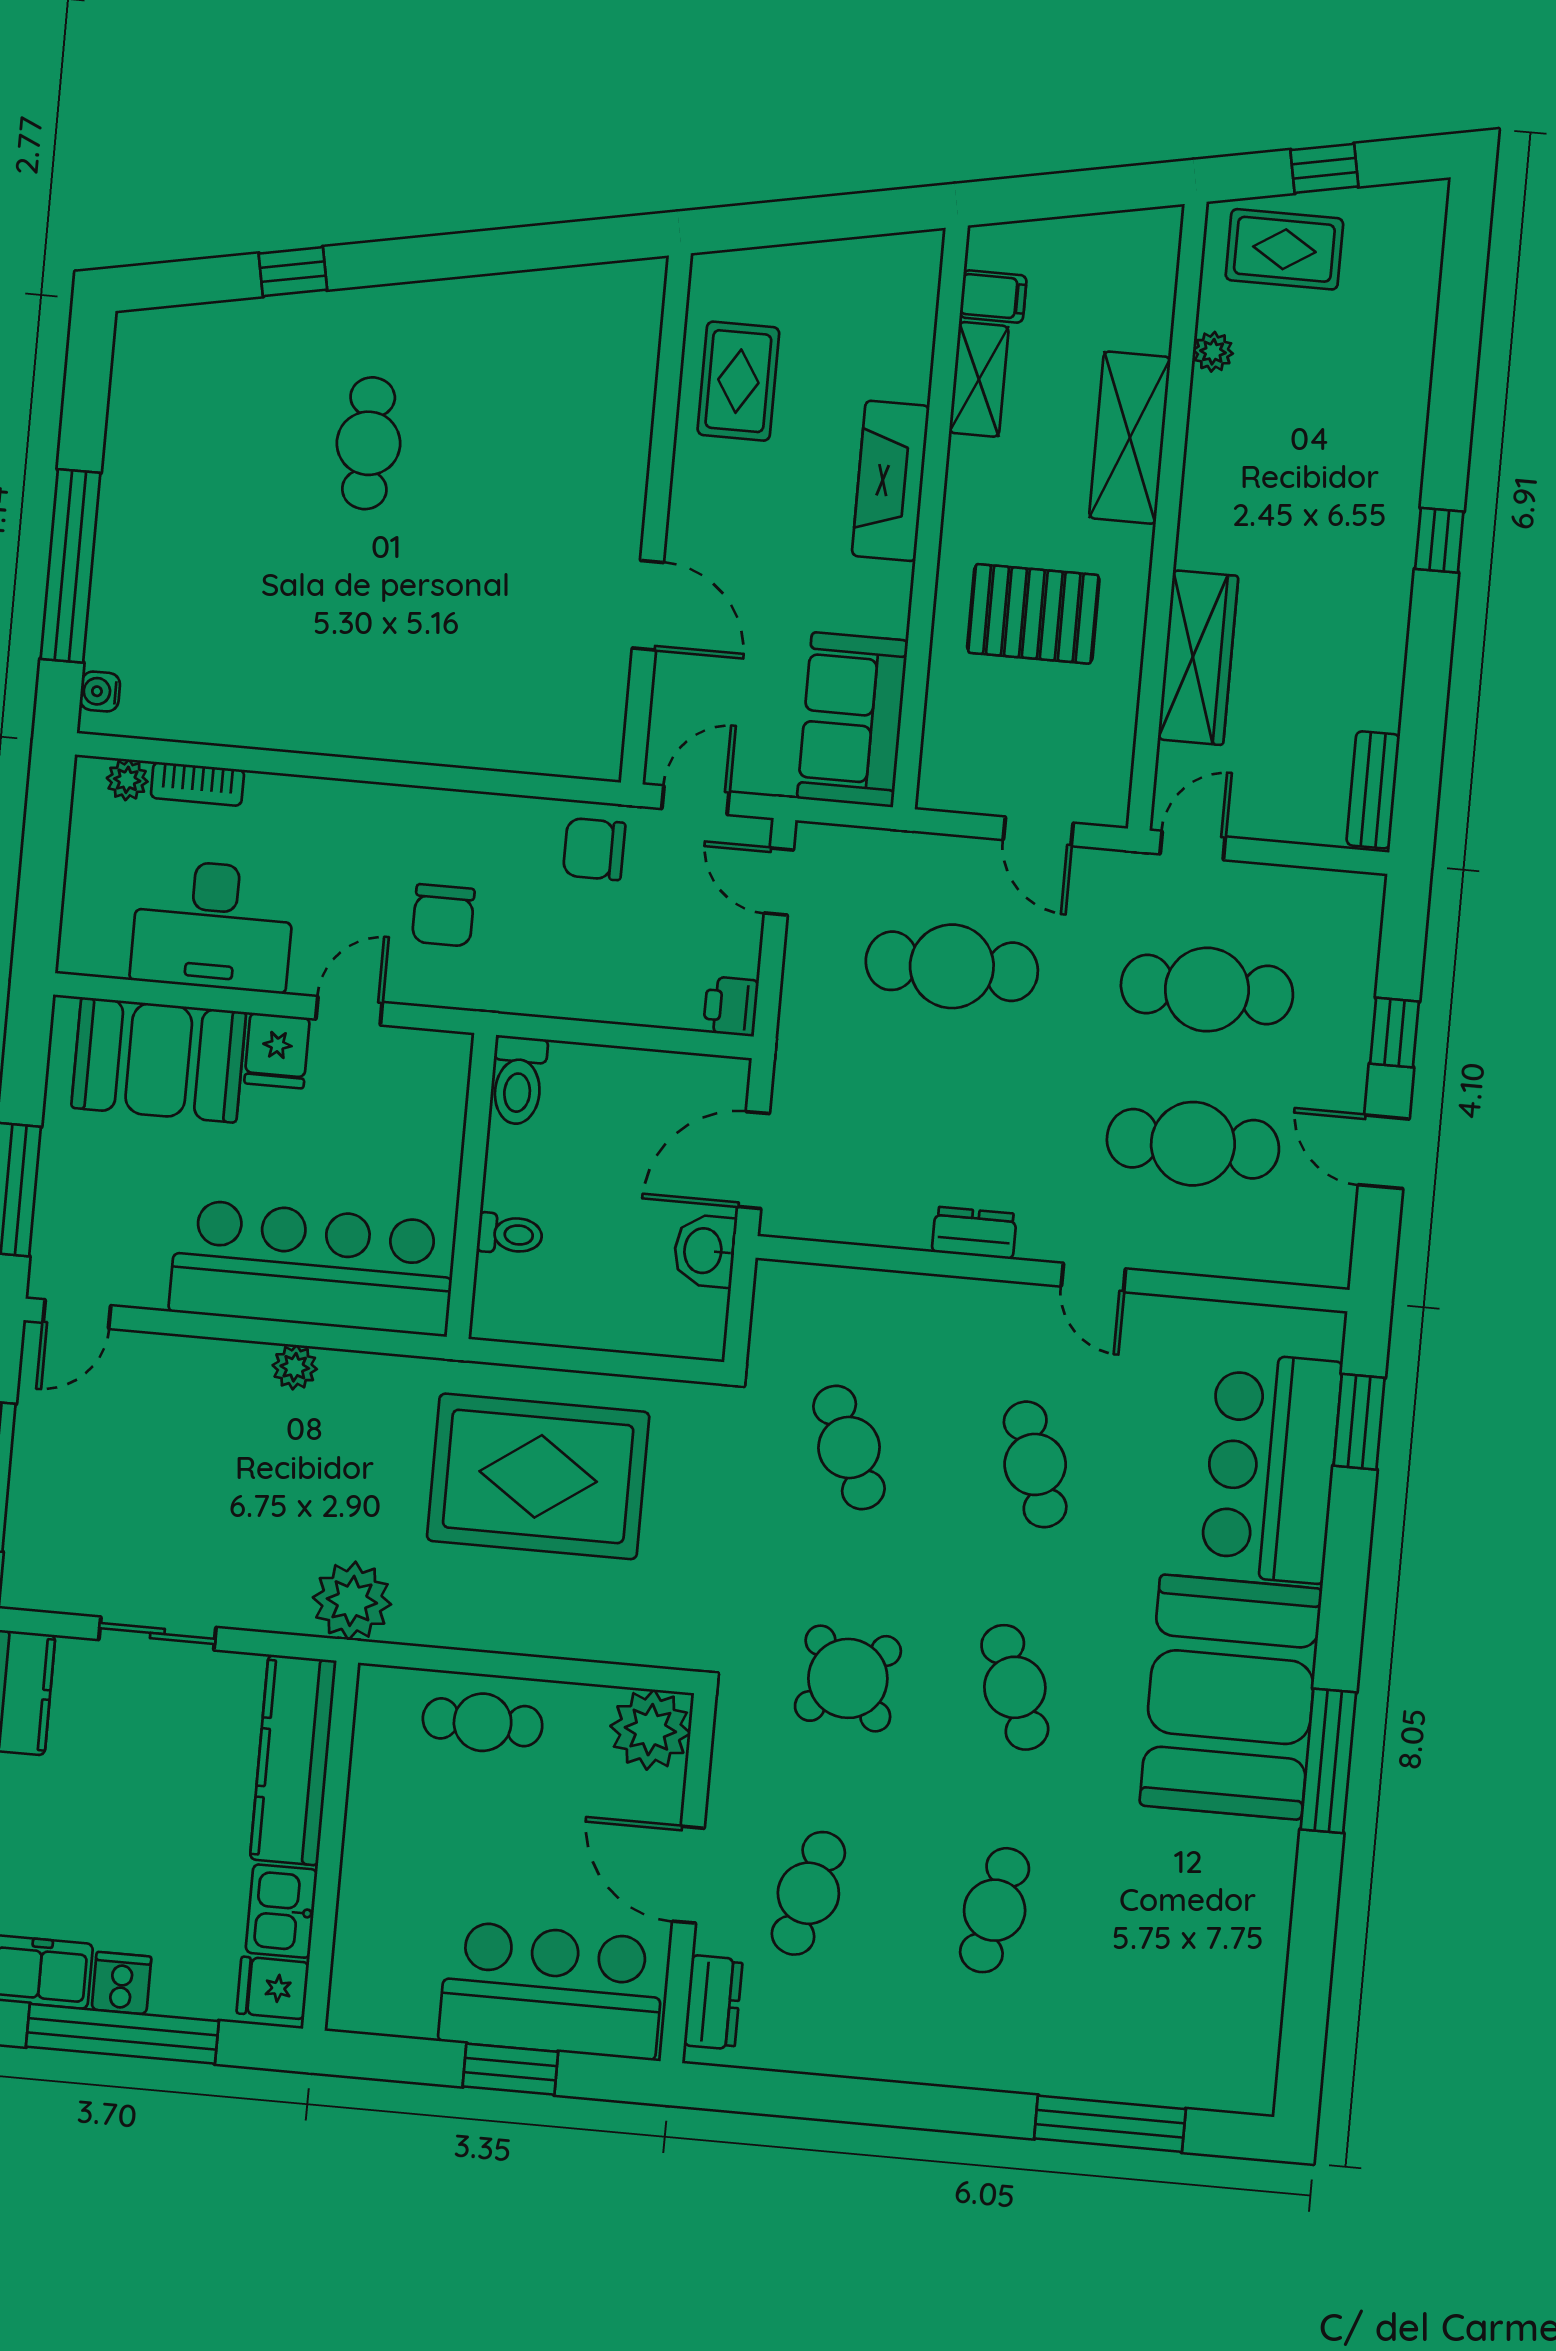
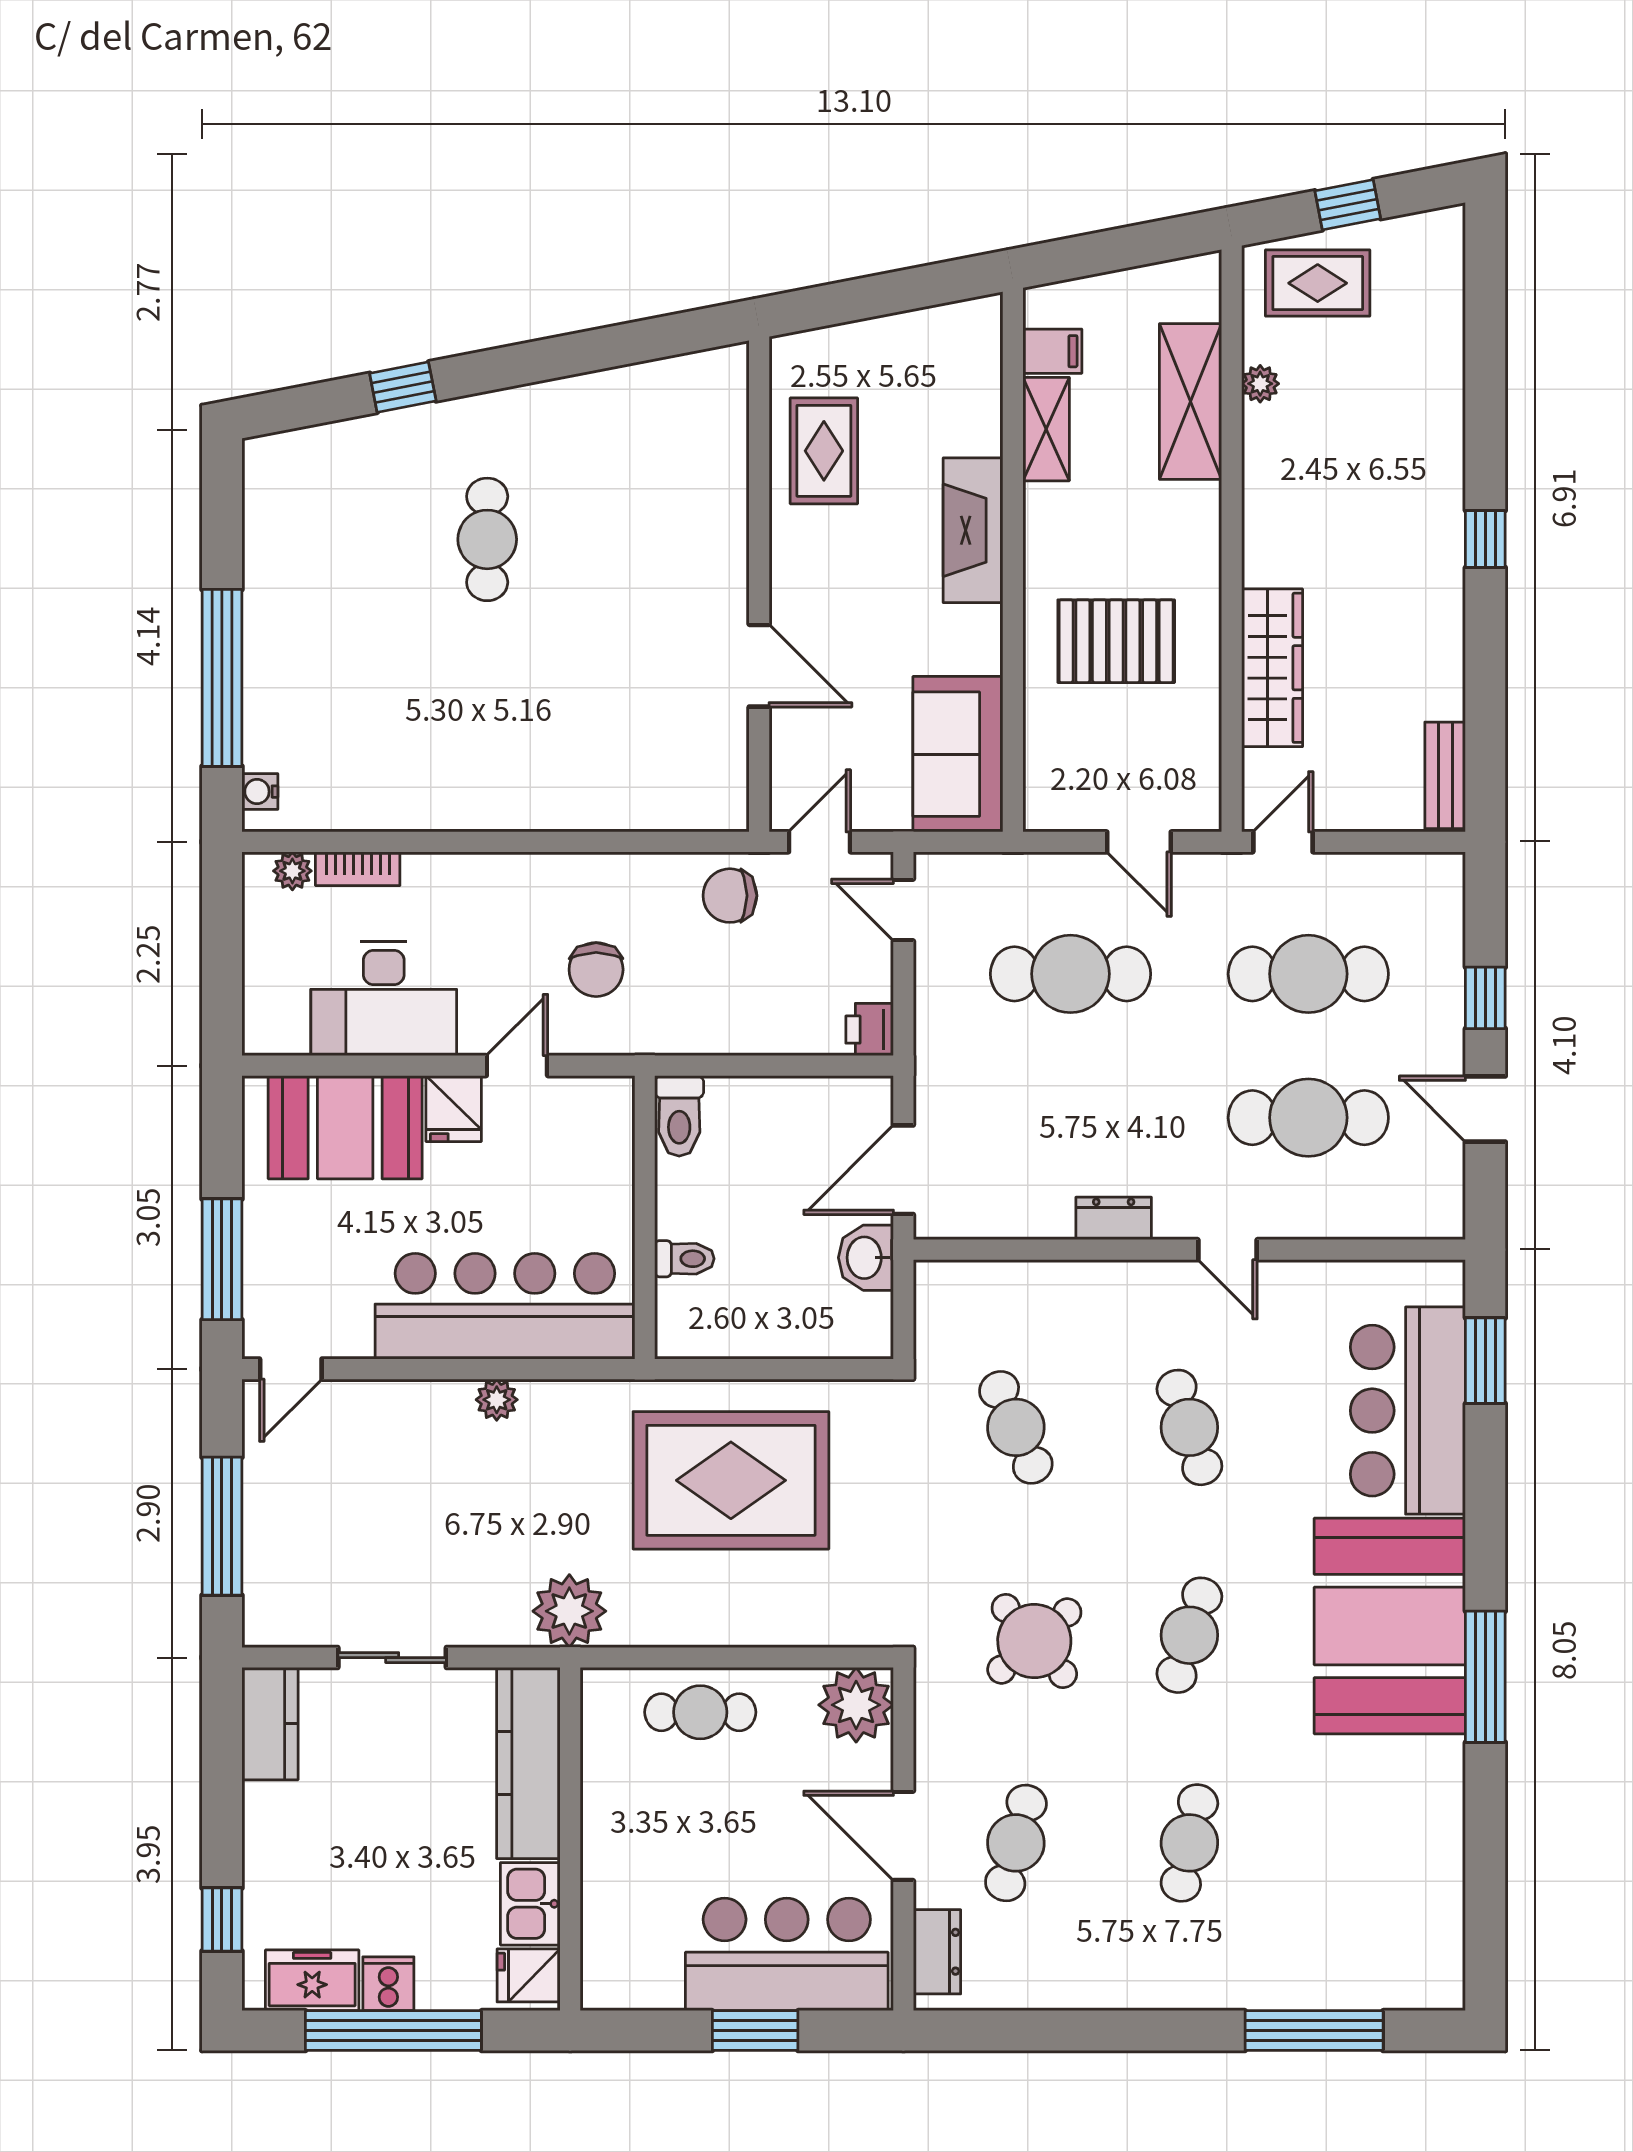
shelving: (1130, 438) -> (1191, 401), moved
cafe table: (1015, 1687) -> (1189, 1635), turned 39

